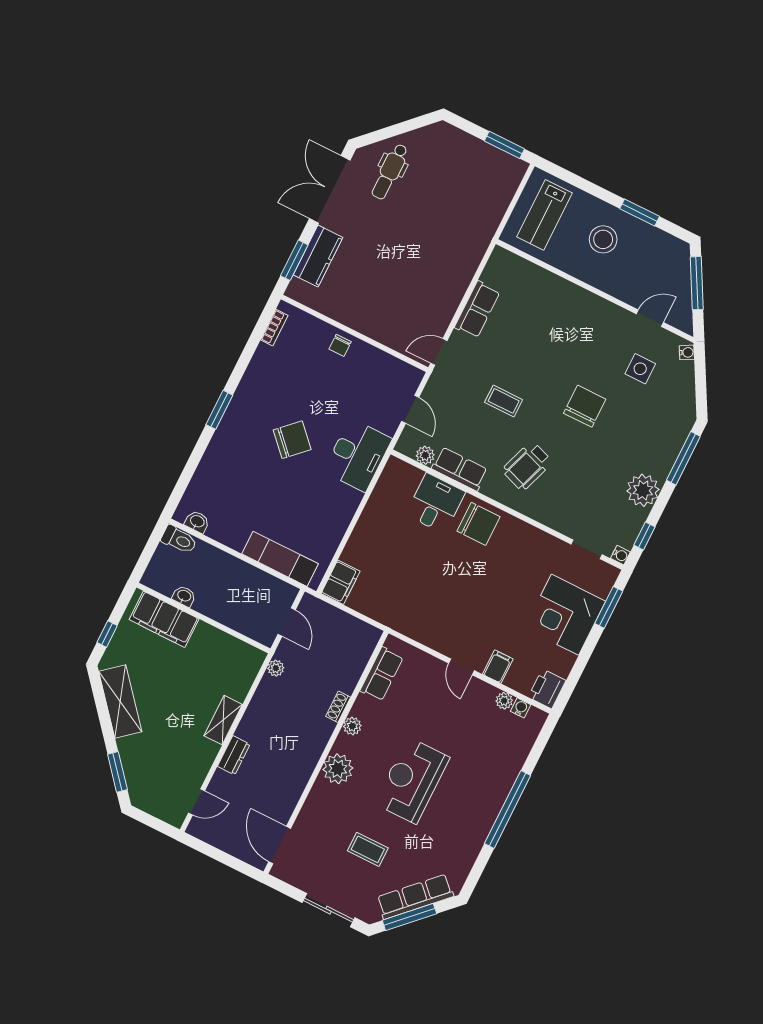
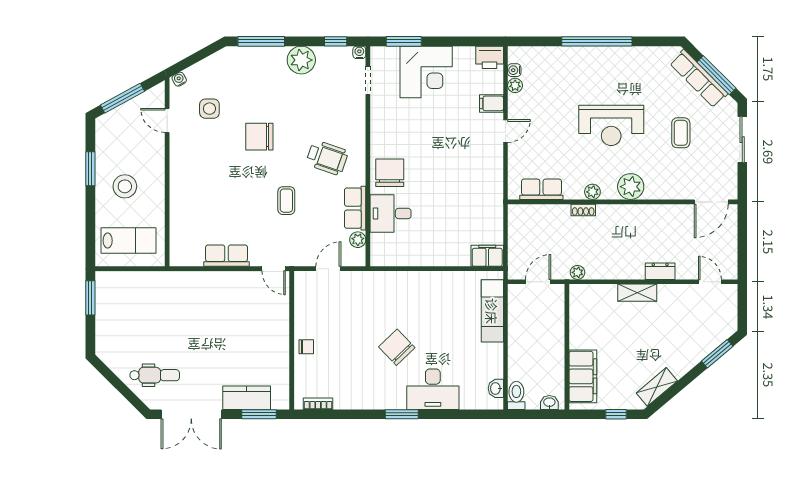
desk: (358, 455) -> (433, 389), moved, turned 180
washbasin: (184, 596) -> (549, 403), moved, turned 90
shelving: (120, 702) -> (657, 387), width x0.67, depth x0.75

